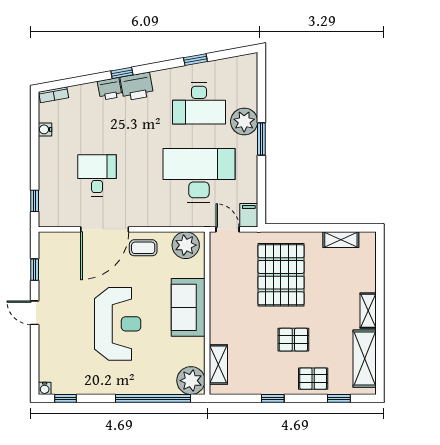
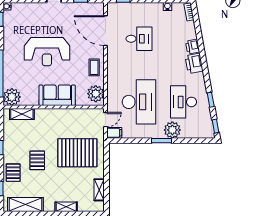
window: (122, 73) -> (215, 126), moved
door: (105, 229) -> (106, 31), moved
shelving: (368, 311) -> (66, 207), moved

